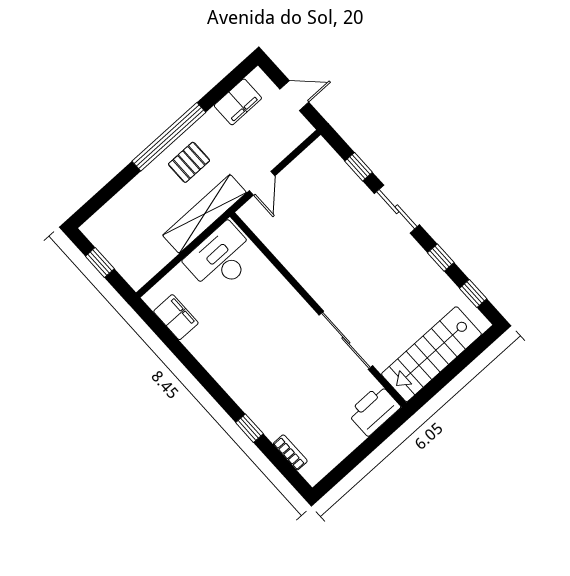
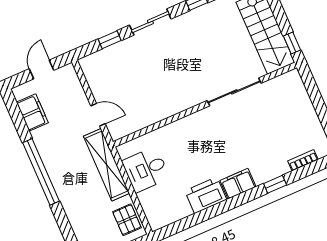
pallet: (189, 162) -> (127, 220), moved
desk: (221, 258) -> (146, 170), width x0.73
filing cabinet: (176, 317) -> (238, 184), moved
window: (429, 391) -> (292, 43), added
printer: (374, 410) -> (206, 195), moved, turned 90

